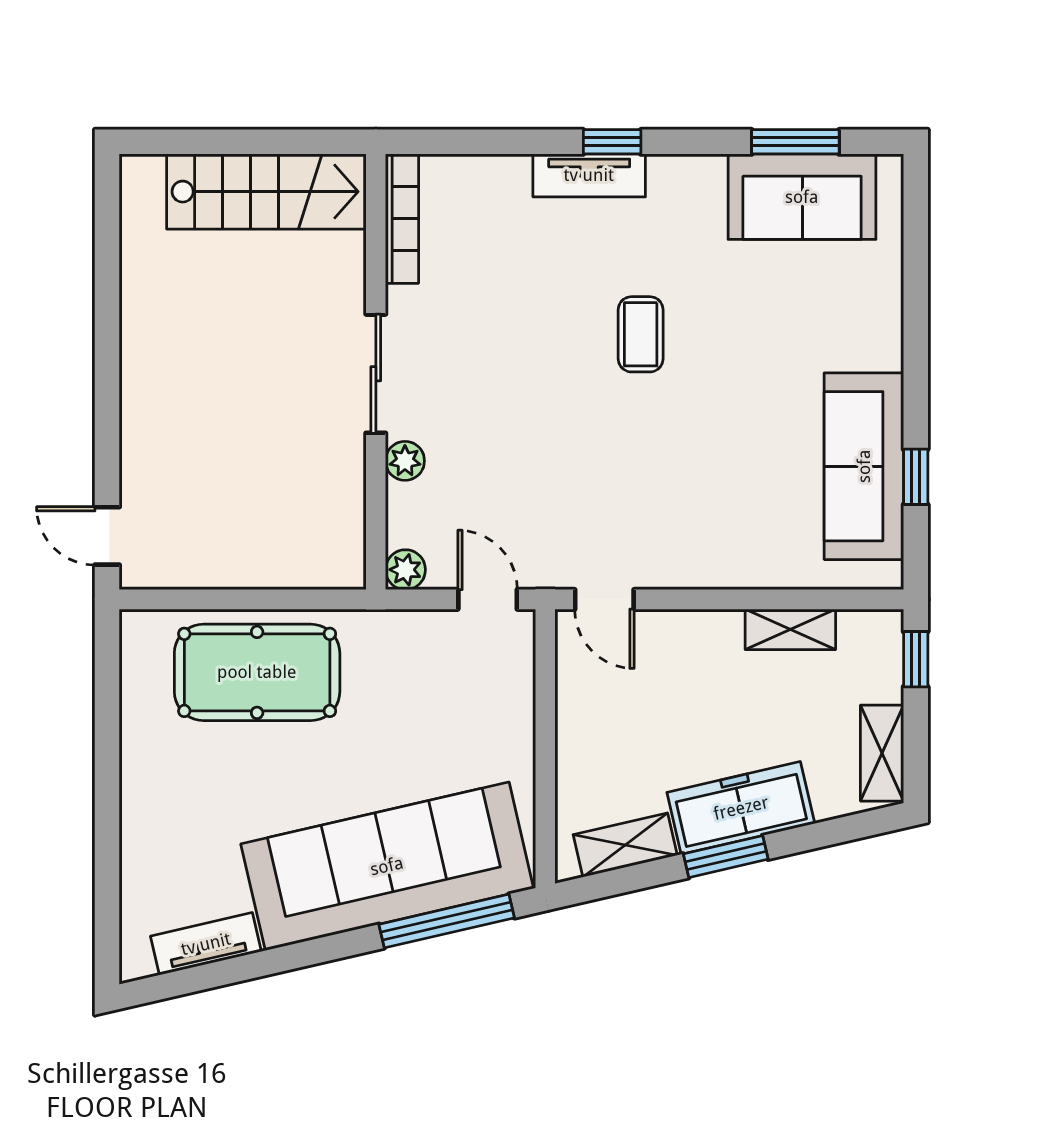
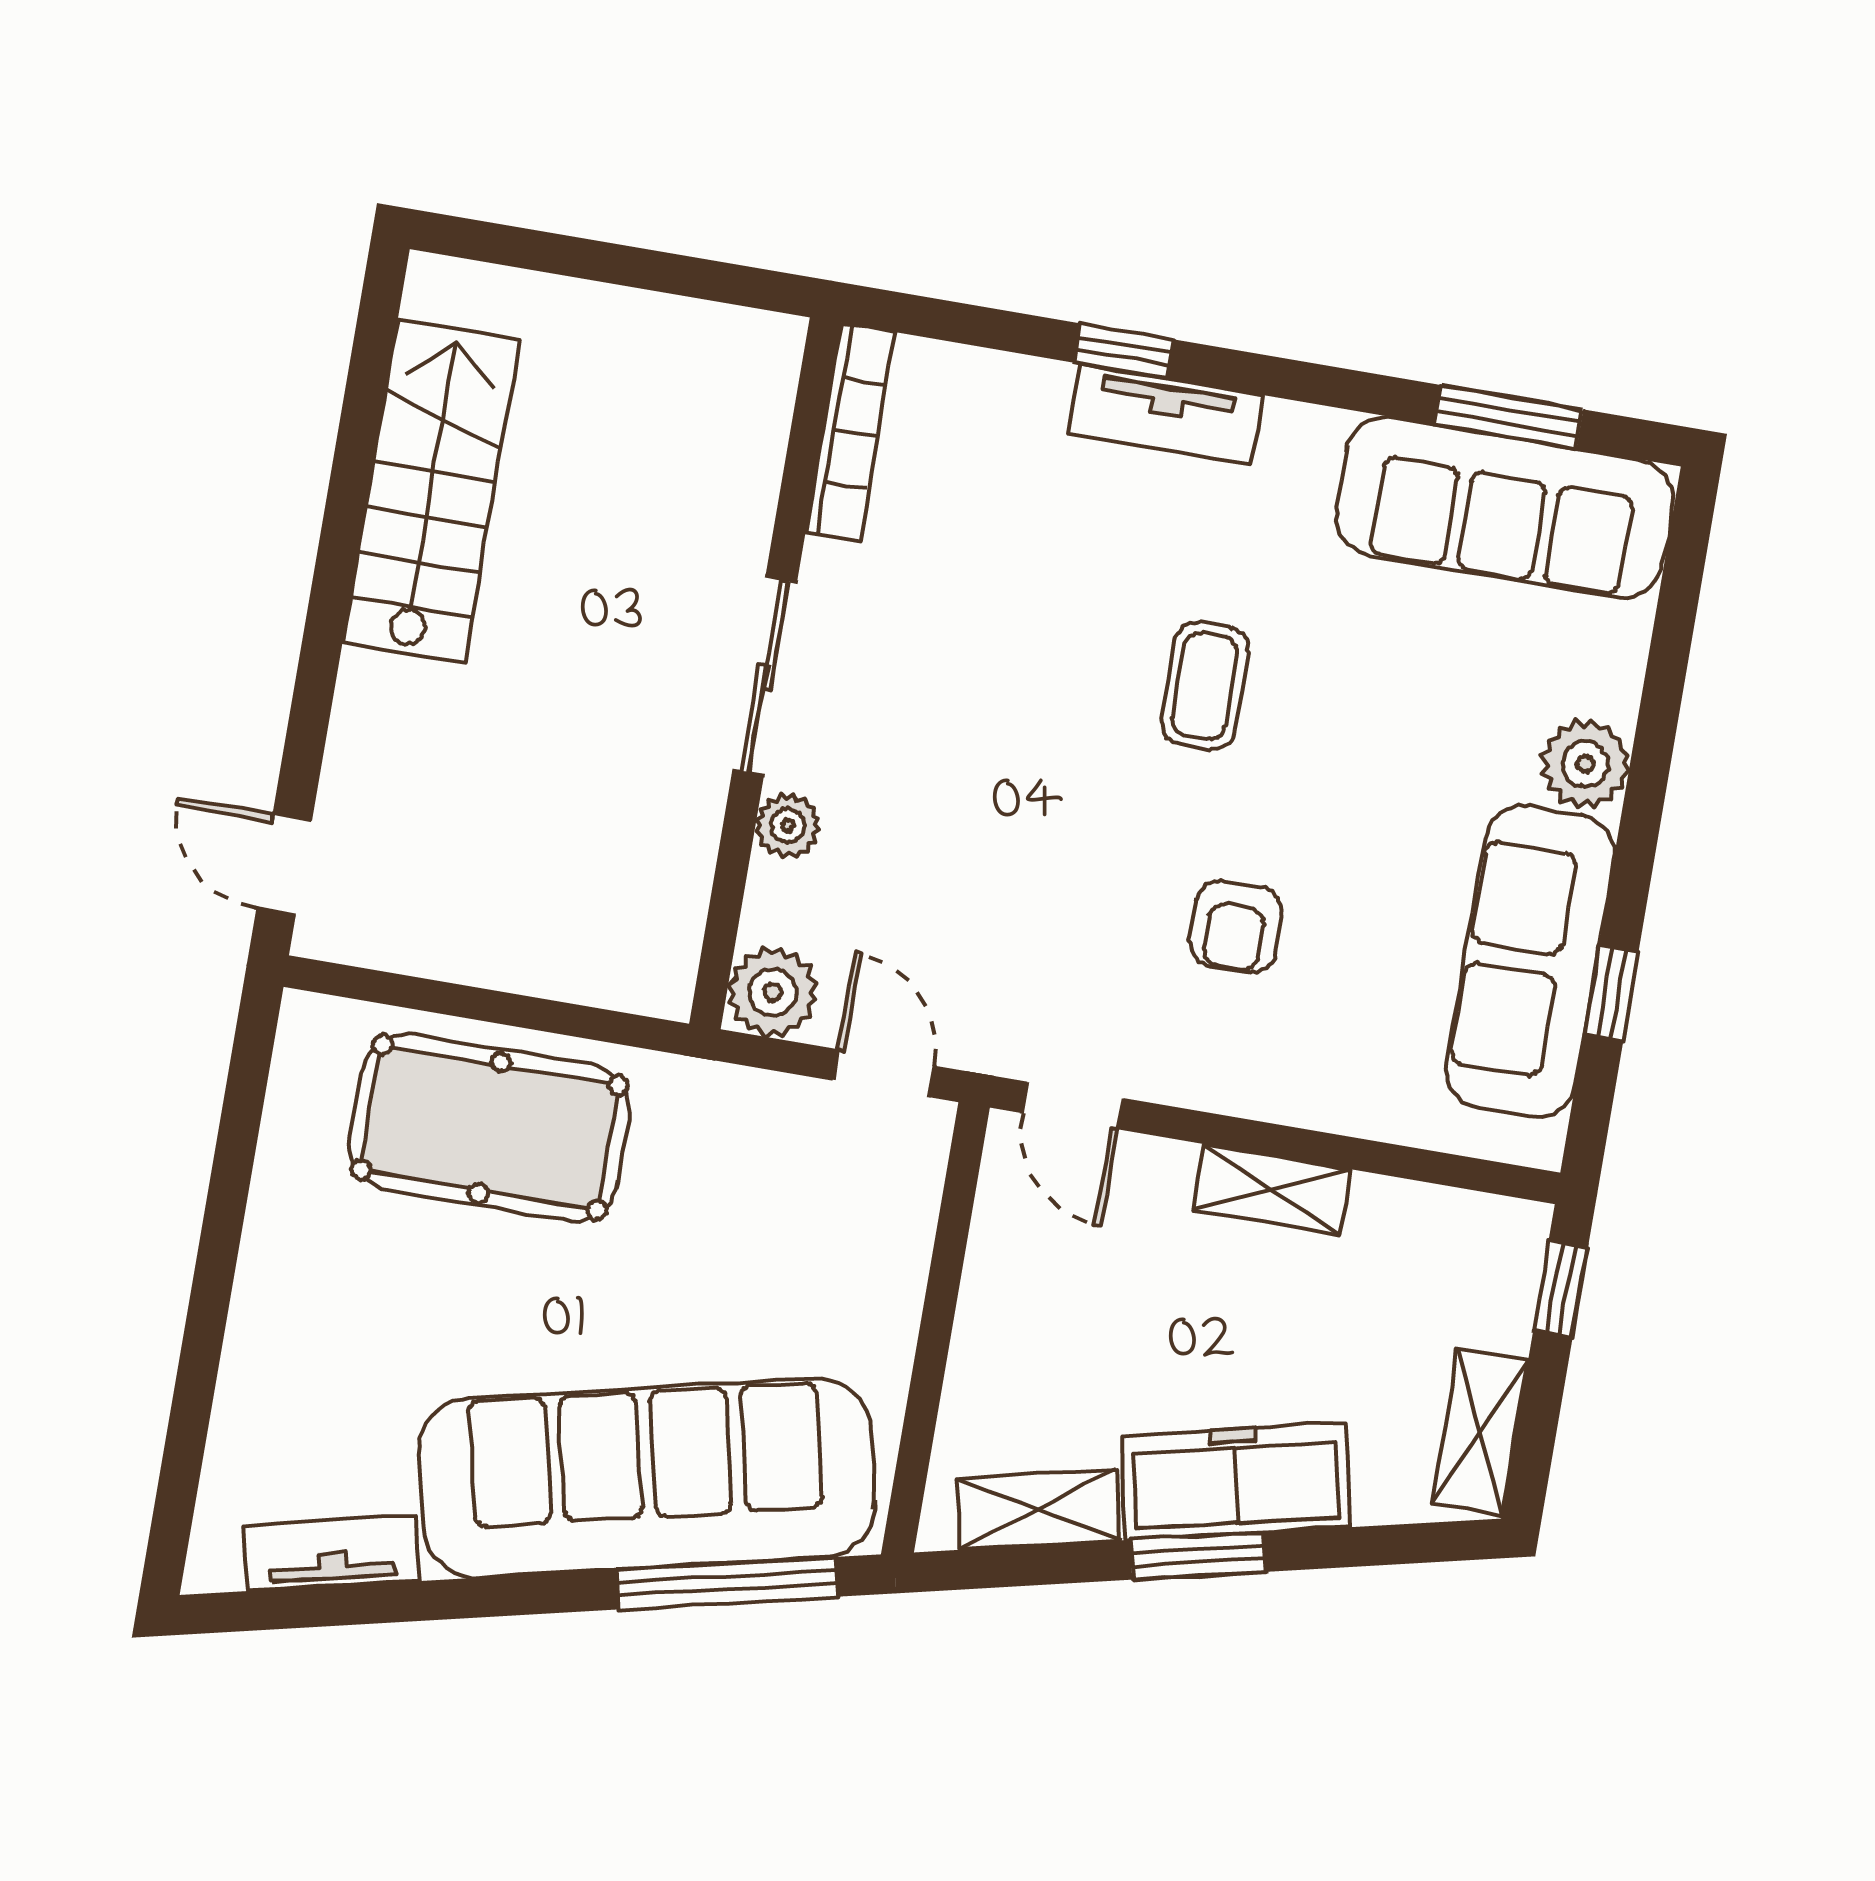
window: (612, 142) -> (1123, 351), moved
stairs: (266, 192) -> (431, 491), moved, turned -90
sofa: (802, 197) -> (1505, 508), width x1.36
plant: (877, 342) -> (1585, 764), added
armchair: (684, 475) -> (1236, 927), added
plant: (405, 570) -> (773, 992), width x1.38, depth x1.38
shelving: (790, 629) -> (1272, 1190), moved

